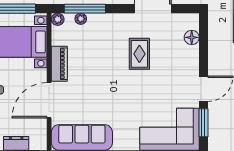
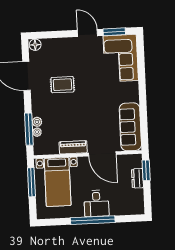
plant: (58, 19) -> (37, 122), moved
floor lamp: (192, 37) -> (35, 45), moved

